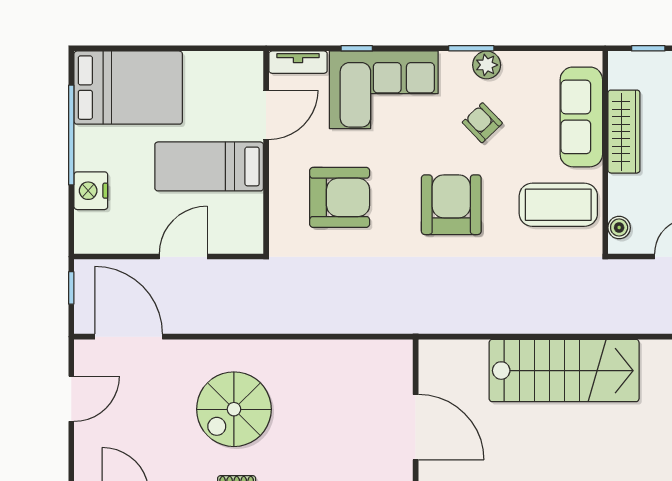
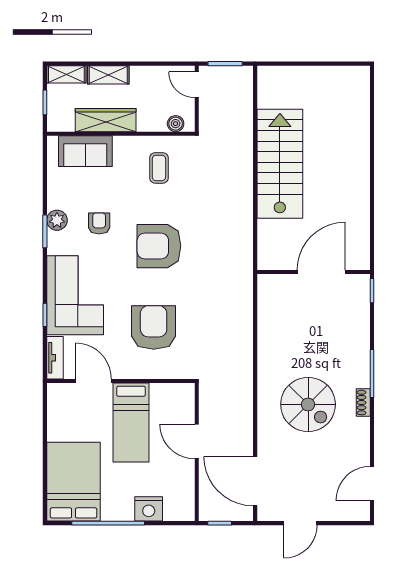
sofa: (581, 117) -> (85, 151), width x0.73
armchair: (482, 123) -> (99, 223), turned 134
coffee table: (558, 205) -> (159, 168), width x0.54, depth x0.58
door: (129, 337) -> (255, 481), hinge flipped
door: (71, 399) -> (300, 523), swing flipped

